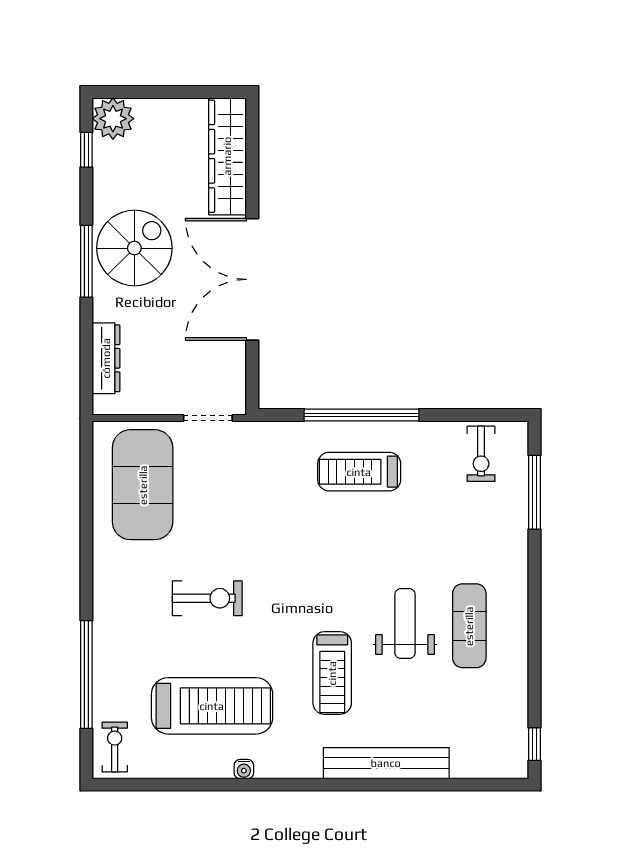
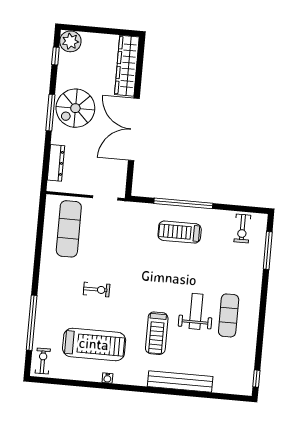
spiral stairs: (134, 248) -> (75, 108), turned 180
exercise mat: (143, 485) -> (69, 229), width x0.68
exercise bike: (207, 598) -> (97, 290), width x0.73, depth x0.72

